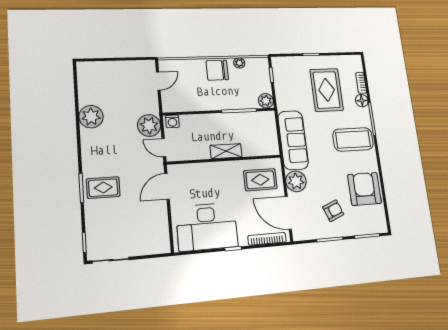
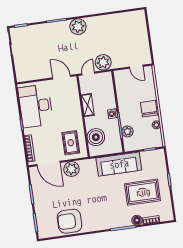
plant: (266, 101) -> (127, 131), moved
plant: (91, 117) -> (78, 27), moved
washing machine: (172, 121) -> (113, 114), moved
coffee table: (353, 139) -> (106, 213), removed
sofa: (293, 140) -> (119, 164), moved
boiler: (254, 145) -> (96, 137), added
shelving: (226, 151) -> (88, 105), moved
rug: (103, 188) -> (58, 35), removed
armchair: (364, 189) -> (70, 221), turned 180
armchair: (333, 211) -> (52, 197), removed
door: (288, 213) -> (49, 164), swing flipped

